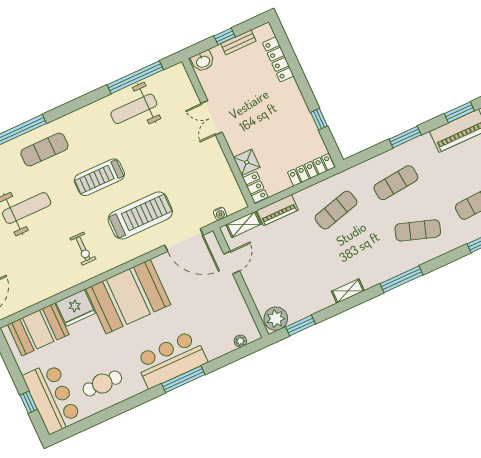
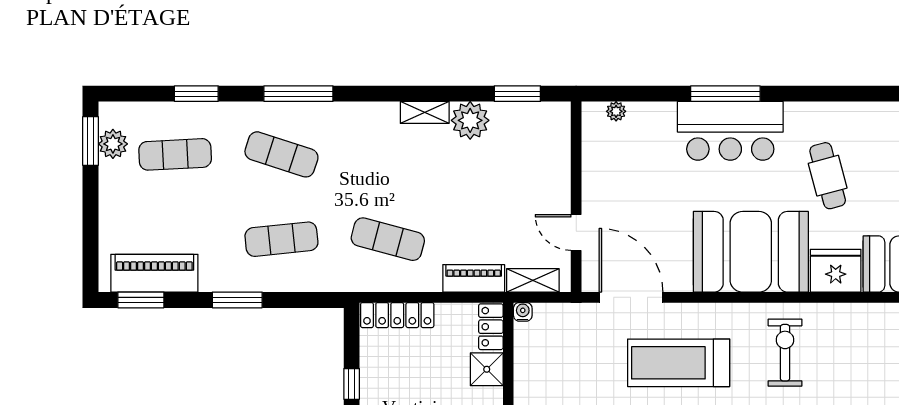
exercise mat: (336, 210) -> (388, 239), turned 30
water cooler: (220, 214) -> (523, 312), moved
exercise bike: (83, 249) -> (785, 353), width x1.38, depth x1.39
door: (232, 262) -> (576, 232), hinge flipped
window: (402, 279) -> (298, 94), moved
plant: (276, 319) -> (470, 120), moved
cafe table: (102, 384) -> (828, 176), moved, turned 75

